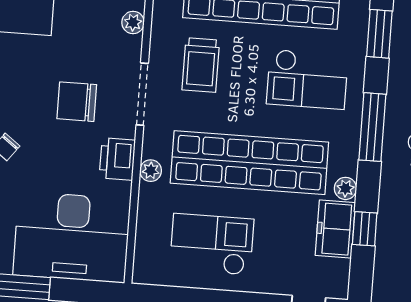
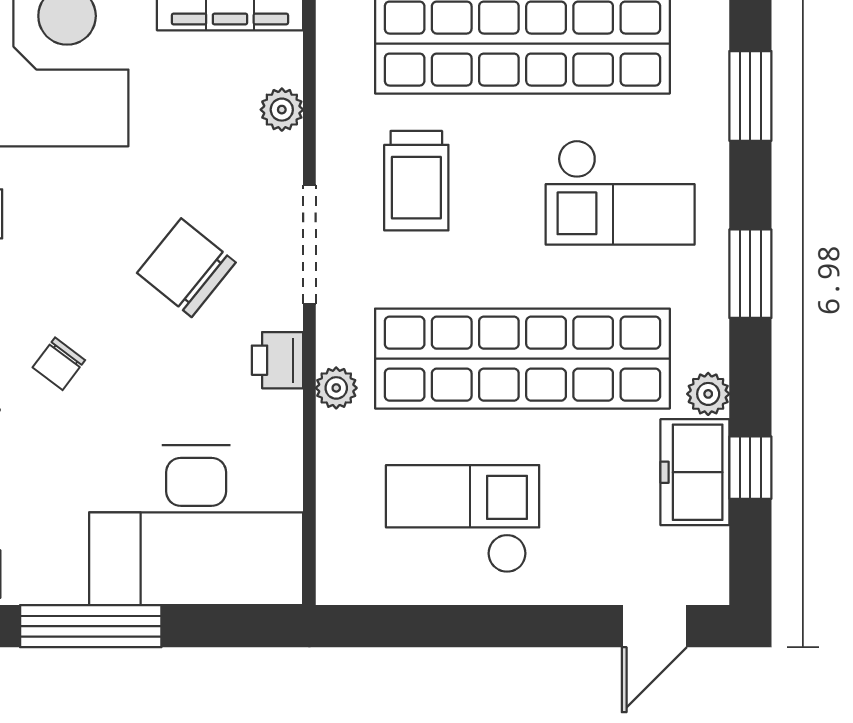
chair: (77, 102) -> (186, 268), turned 39
window: (372, 127) -> (750, 274), width x0.69
printer: (117, 159) -> (277, 360), width x0.73, depth x0.81

